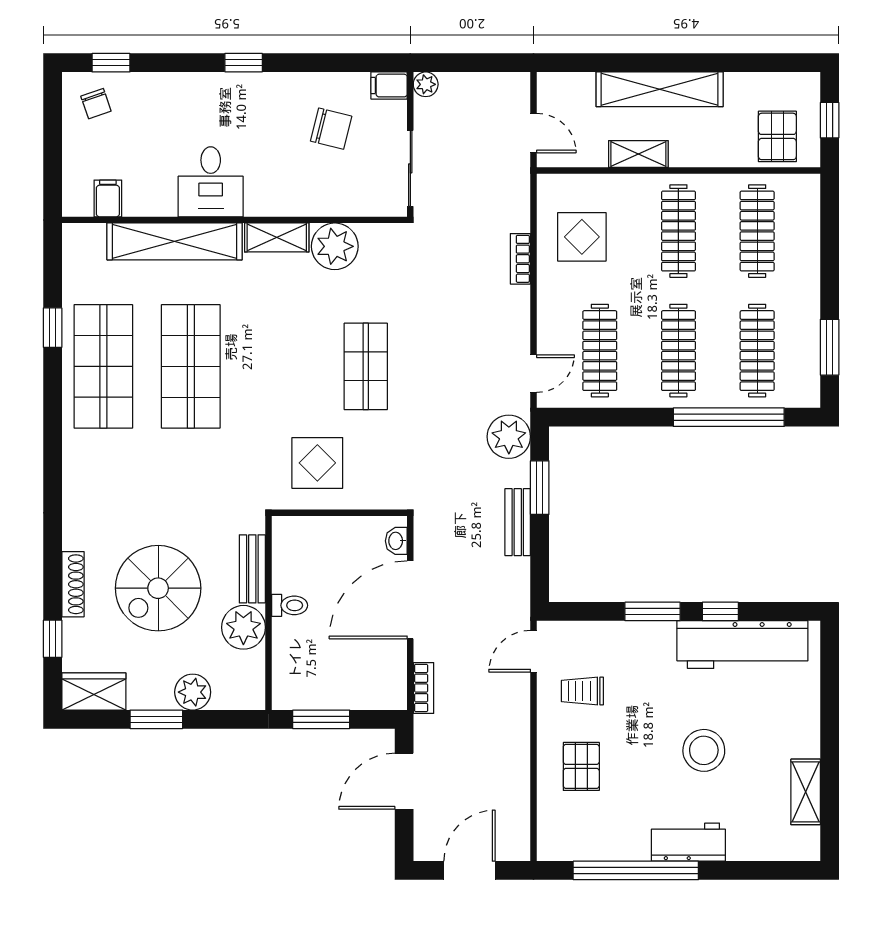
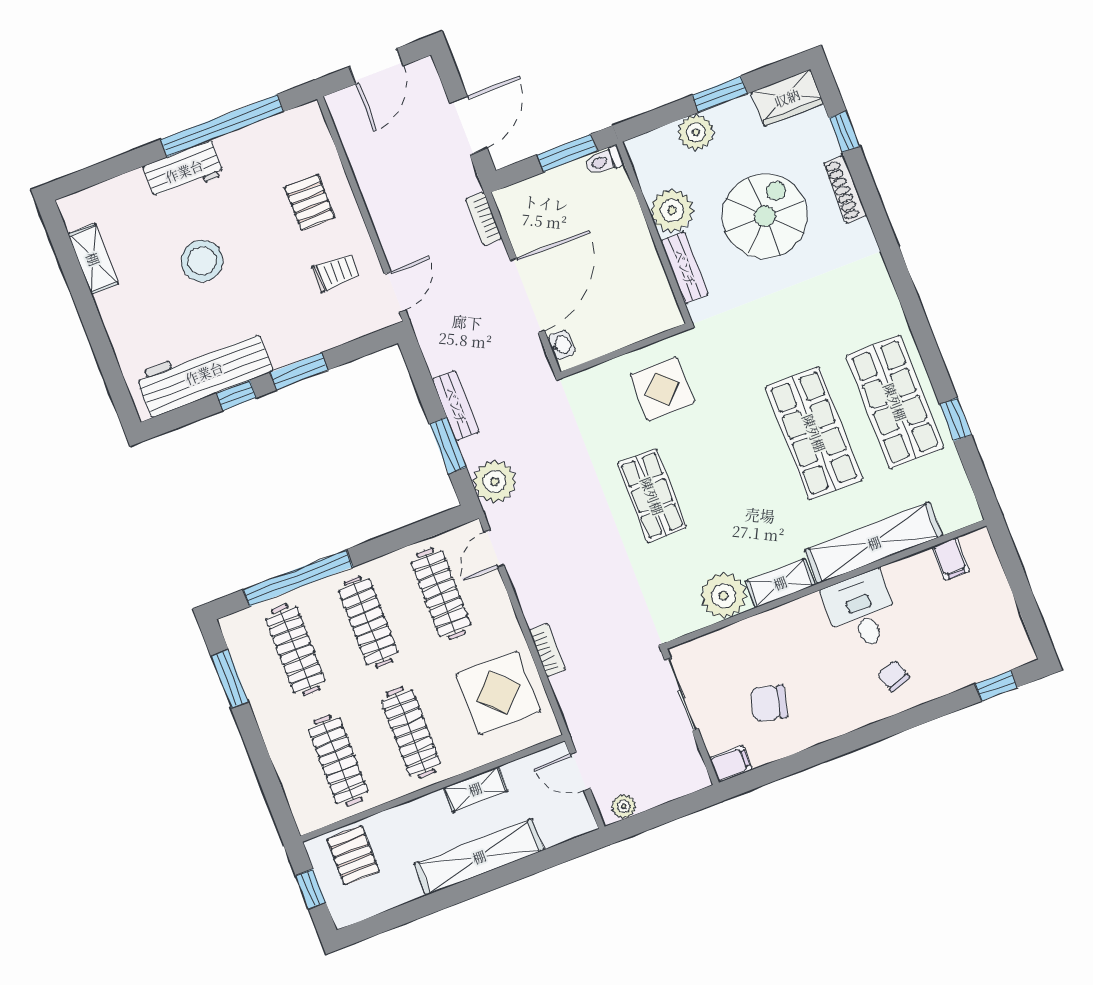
window: (244, 63) -> (873, 733), removed
plant: (426, 84) -> (624, 806), moved
chair: (96, 104) -> (894, 676), moved
display table: (582, 237) -> (498, 693), width x1.36, depth x1.36
toilet: (290, 605) -> (604, 161), moved

